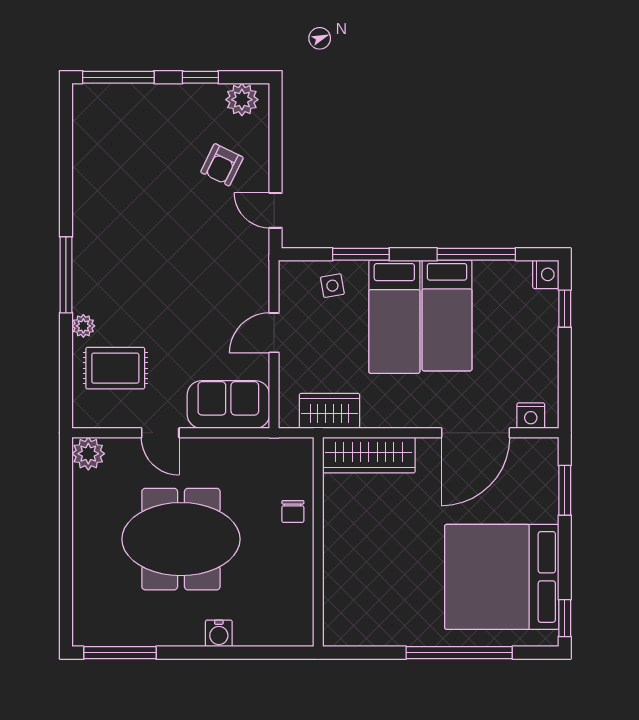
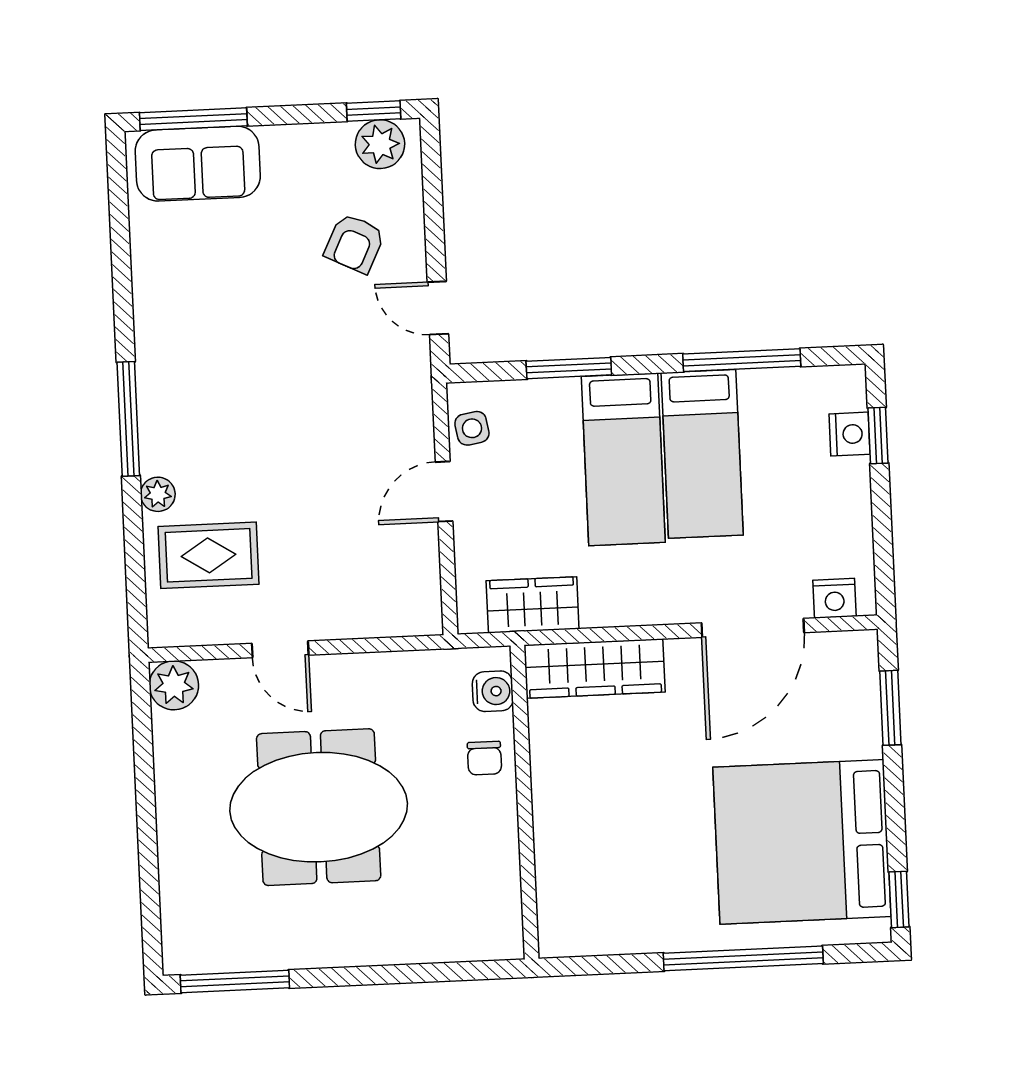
window: (200, 77) -> (374, 111), moved
nightstand: (546, 274) -> (849, 434), moved
side table: (332, 286) -> (472, 428), moved
sofa: (228, 405) -> (198, 164), moved, turned 180
water cooler: (219, 633) -> (493, 691), moved, turned -90

